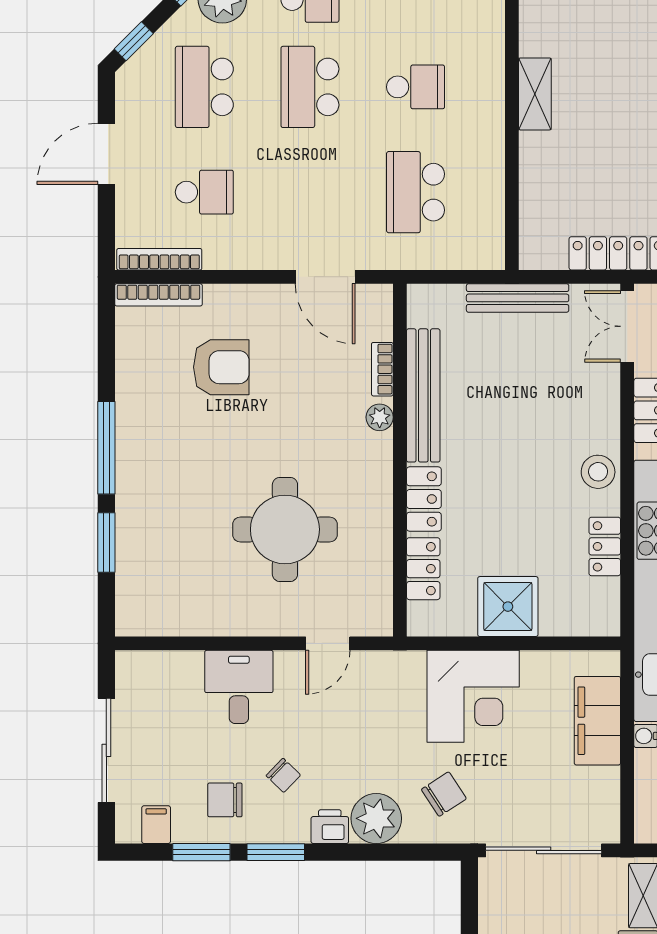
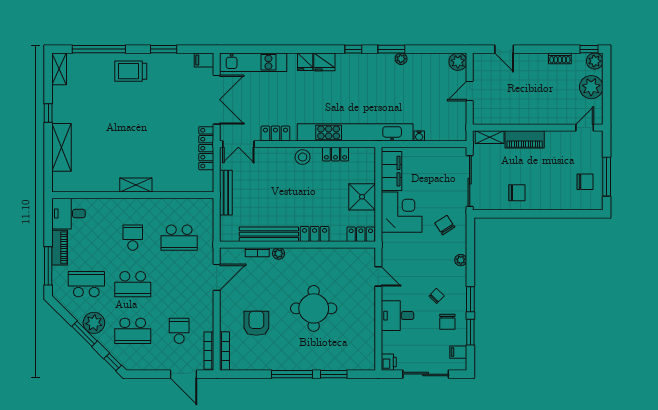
door: (106, 154) -> (184, 374), moved
round table: (285, 529) -> (314, 308), moved
locker: (423, 569) -> (361, 234), moved
filing cabinet: (597, 721) -> (391, 171), moved, turned -90
plant: (376, 818) -> (461, 260), width x0.53, depth x0.53
printer: (330, 827) -> (389, 362), moved, turned 180

